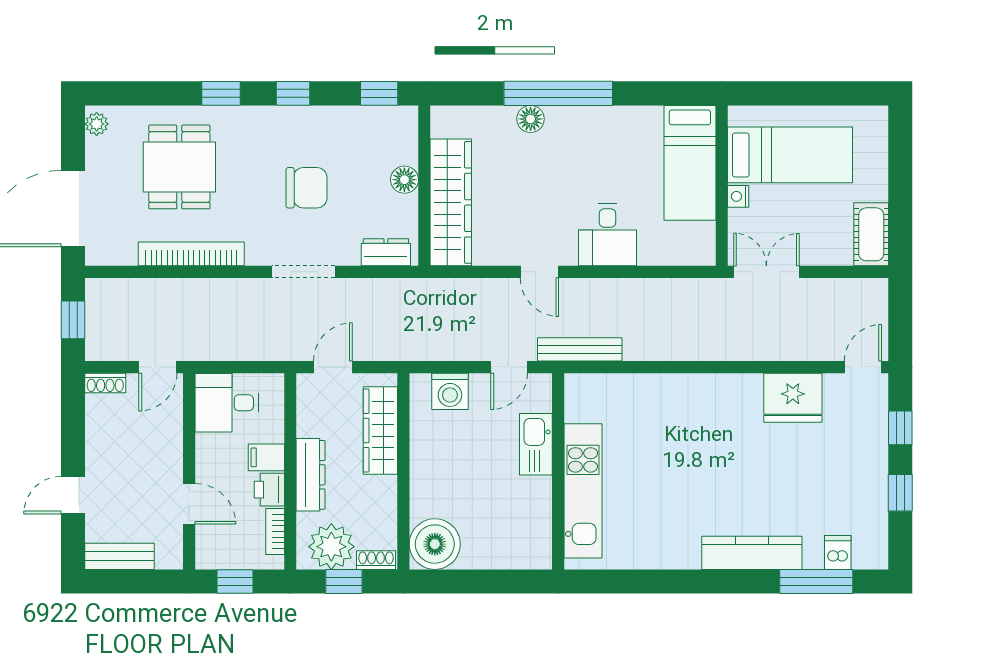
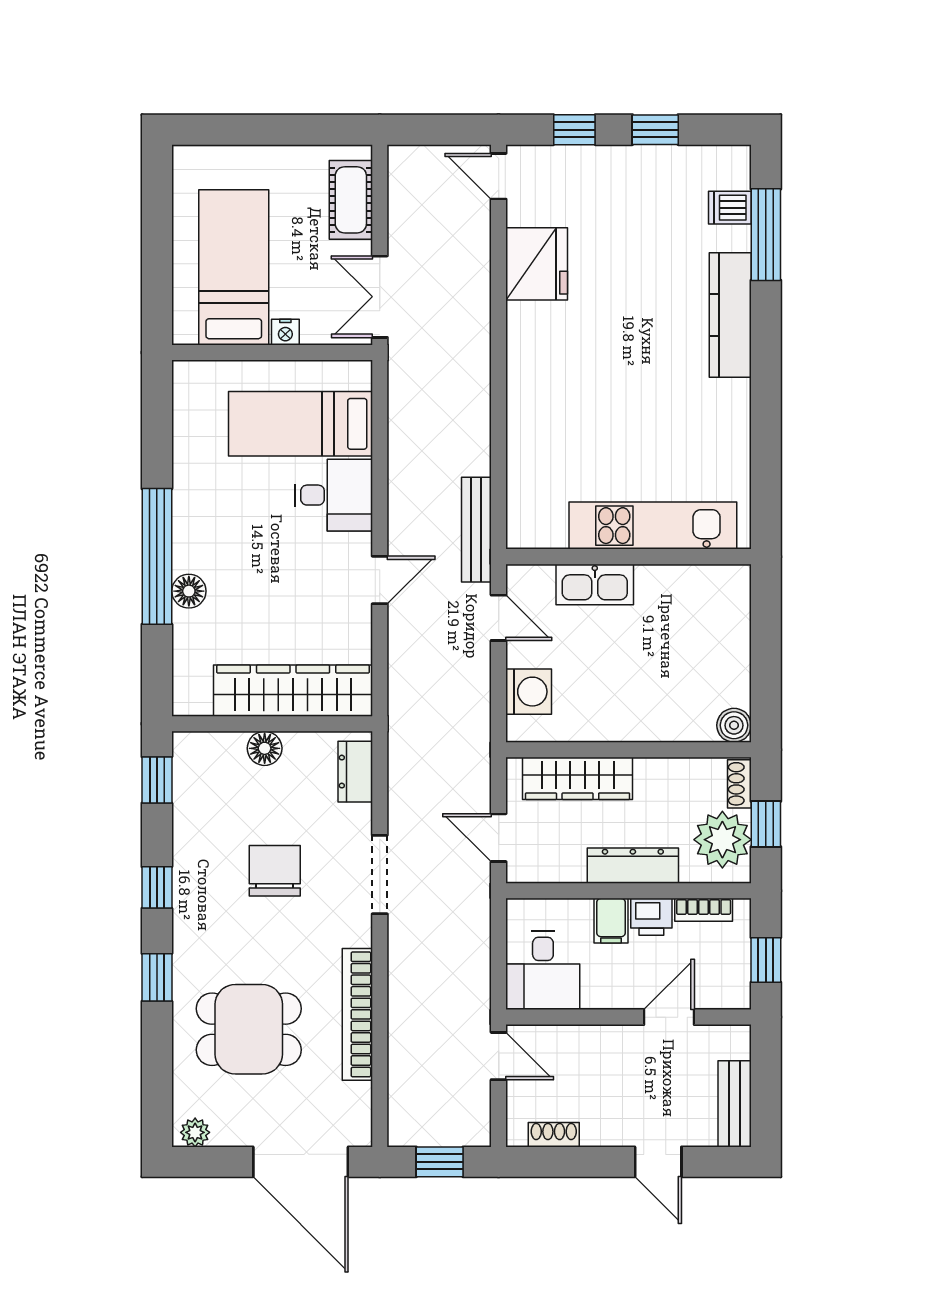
bed: (690, 163) -> (301, 424), moved, turned 180
cot: (871, 234) -> (351, 200), moved, turned 90
shoe rack: (105, 383) -> (554, 1135), moved, turned -90
boiler: (435, 544) -> (734, 725), width x0.54, depth x0.54

